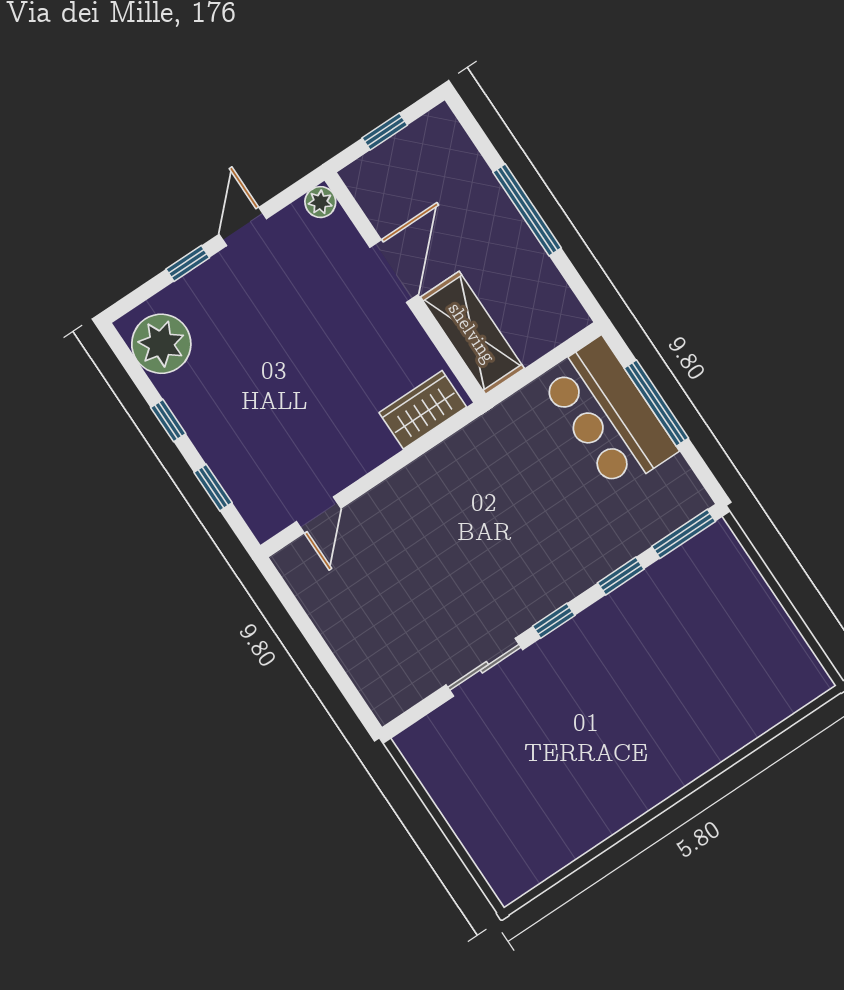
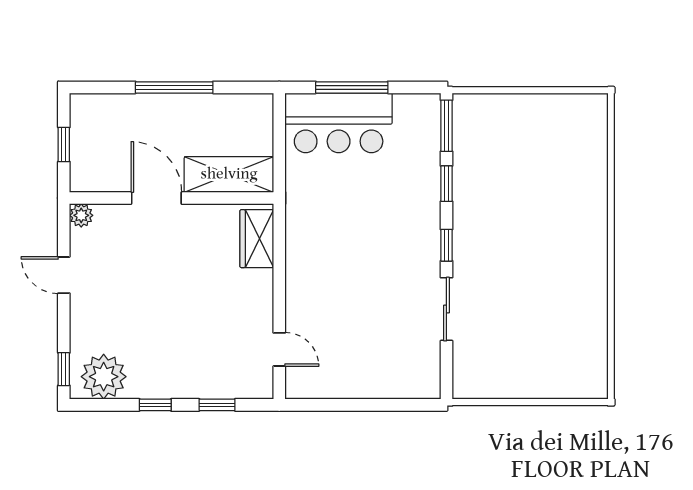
window: (188, 263) -> (64, 369), moved

